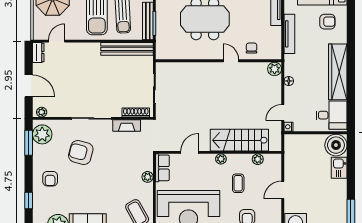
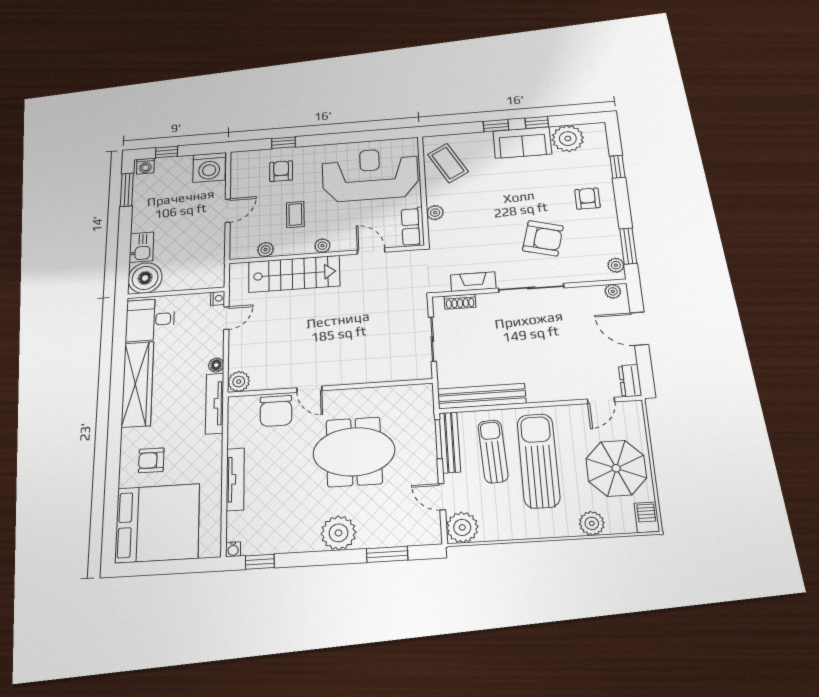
tv unit: (289, 34) -> (215, 403), moved
chair: (252, 48) -> (276, 411), width x1.87, depth x1.87
shoe rack: (136, 112) -> (460, 302), width x0.70
plant: (42, 134) -> (616, 265), width x0.53, depth x0.53
door: (190, 152) -> (371, 251), swing flipped

